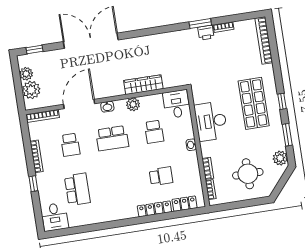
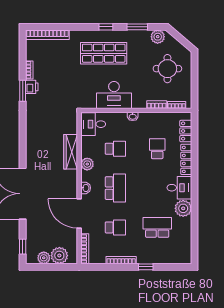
plant: (102, 214) -> (183, 208), added
desk: (55, 217) -> (179, 188), moved

